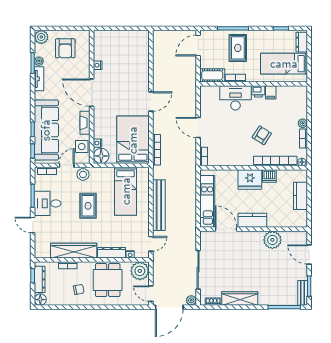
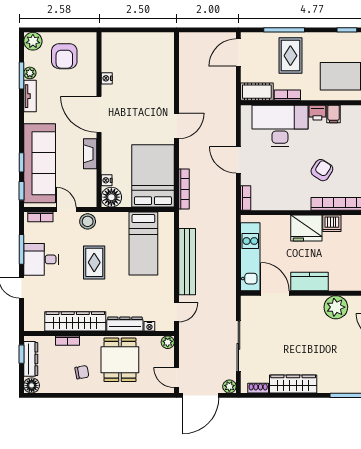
desk: (235, 98) -> (280, 126), width x1.36, depth x1.30
side table: (82, 147) -> (86, 185), removed
door: (67, 165) -> (66, 210), hinge flipped
plant: (140, 271) -> (168, 342), width x0.53, depth x0.53

